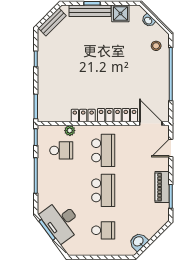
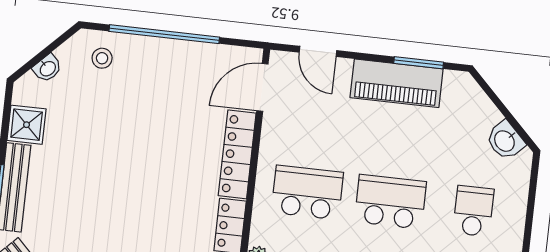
piano: (162, 187) -> (397, 83), width x1.37, depth x1.33

